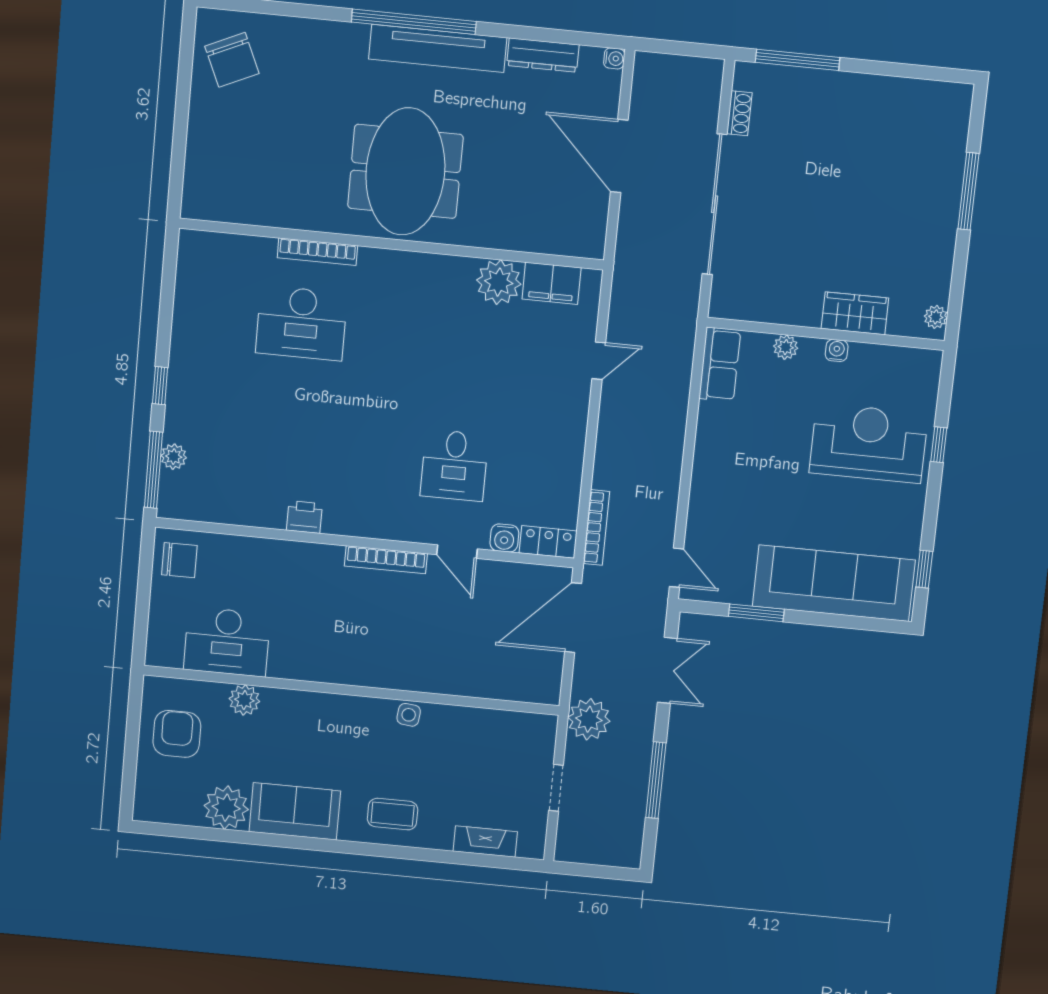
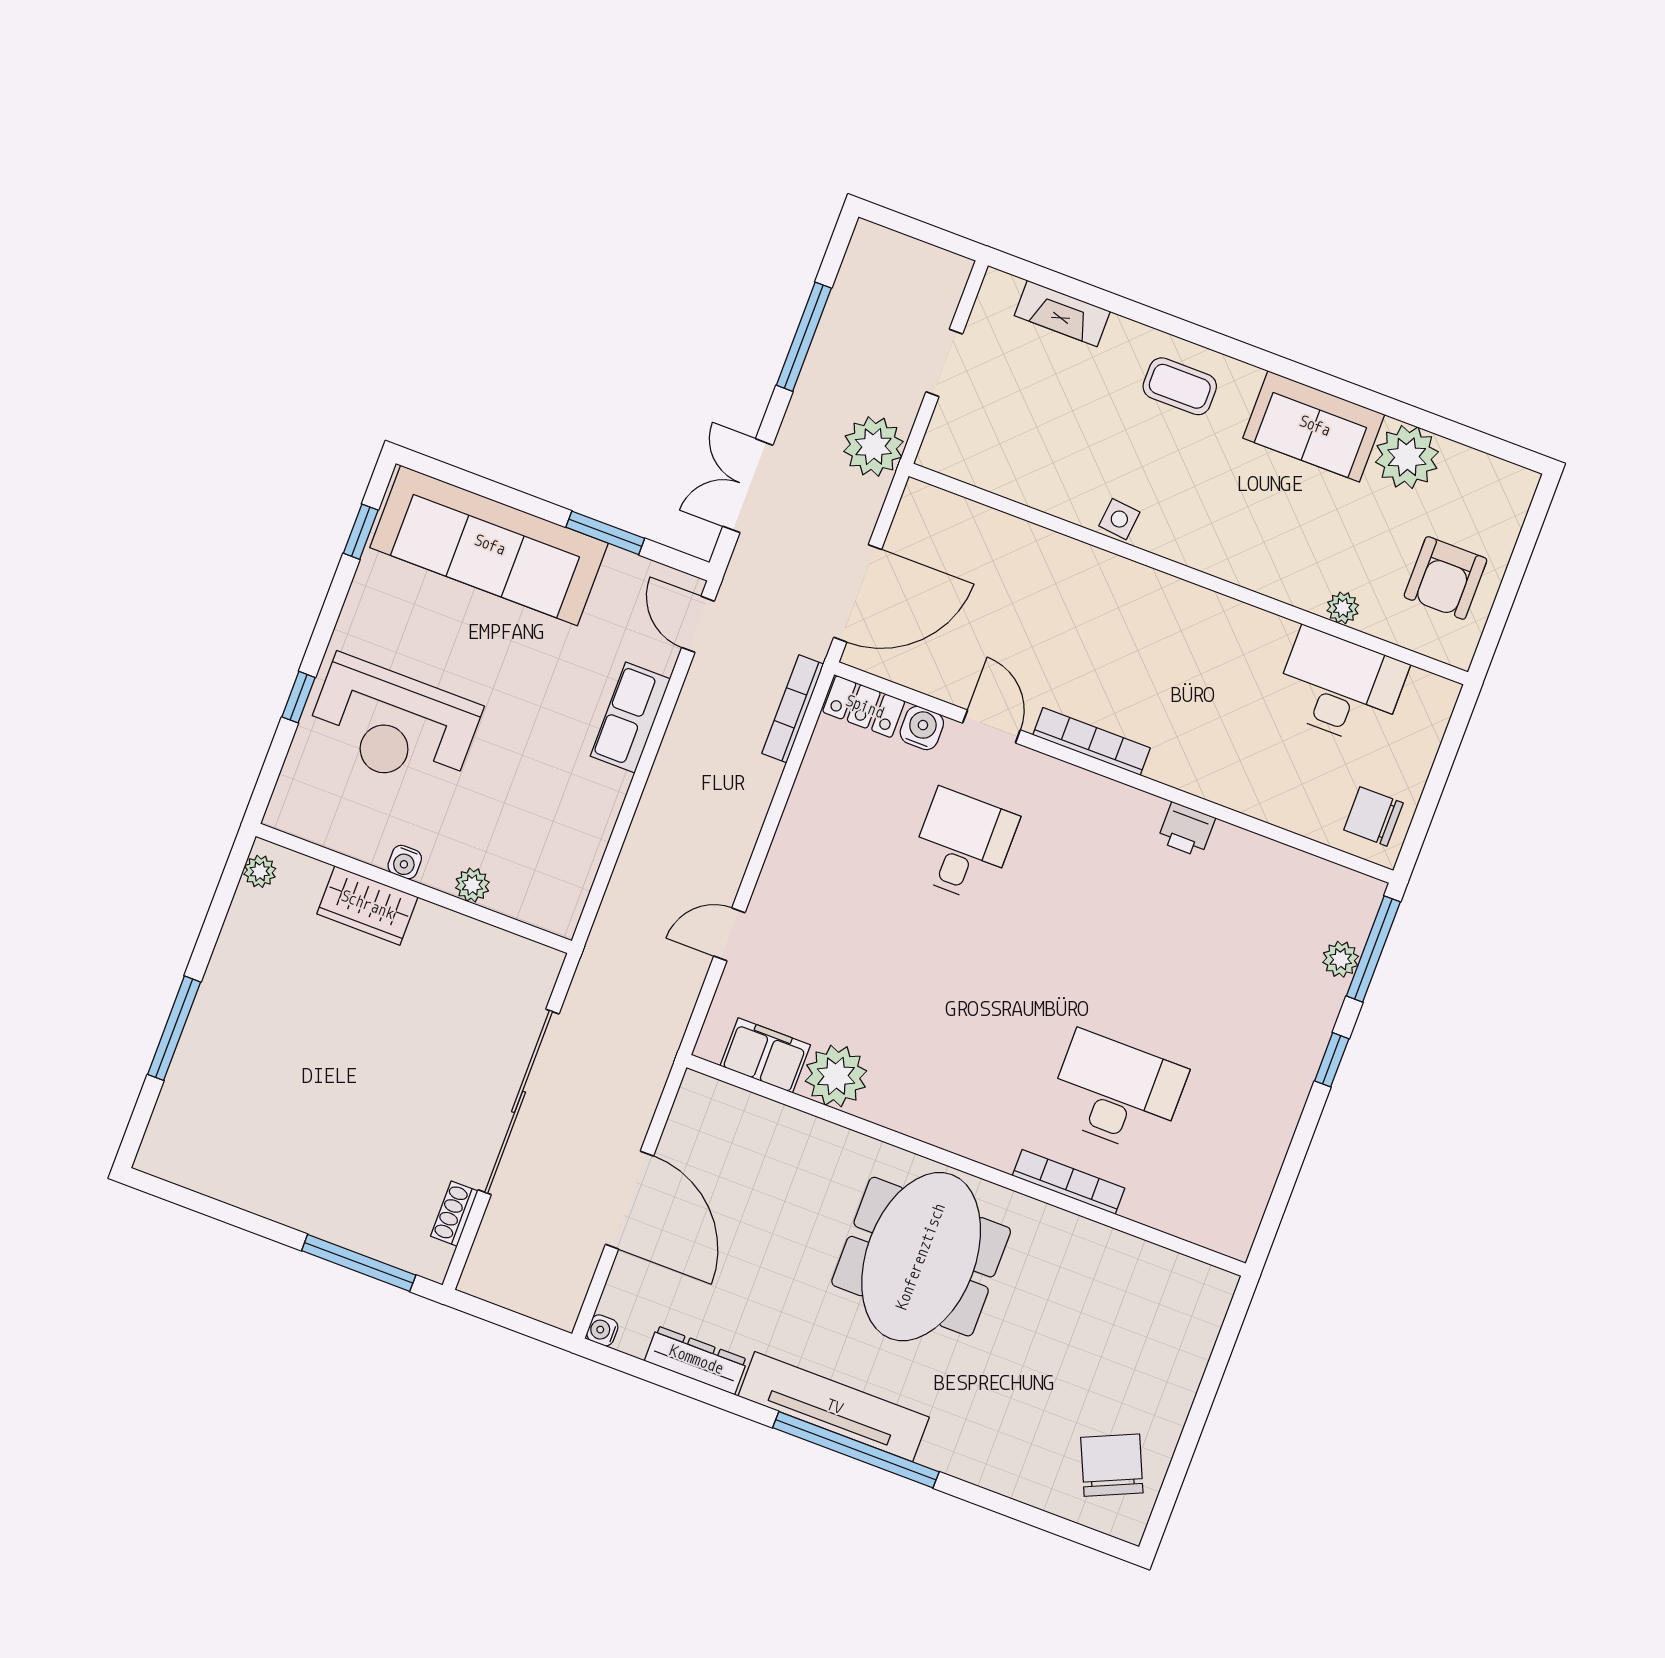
row of seats: (720, 365) -> (630, 718), moved
plant: (244, 700) -> (1343, 608), width x0.73, depth x0.73

